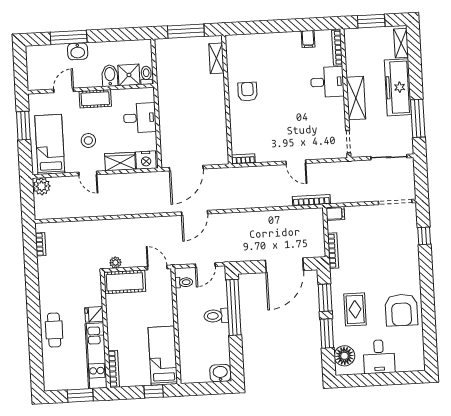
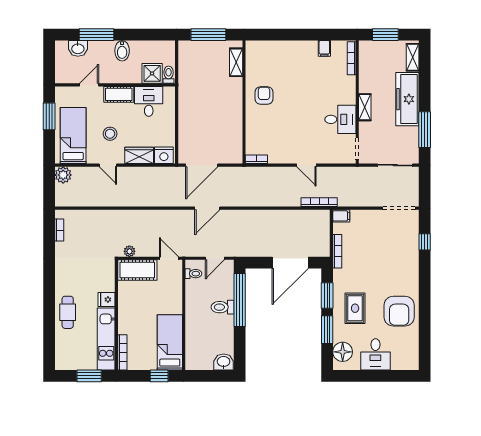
washbasin: (78, 51) -> (78, 48), moved
bidet: (110, 76) -> (122, 51), moved, turned 180
desk: (327, 82) -> (340, 119), moved
shelving: (356, 98) -> (365, 107), width x0.67, depth x0.75
desk: (140, 118) -> (149, 101), moved, turned -90

